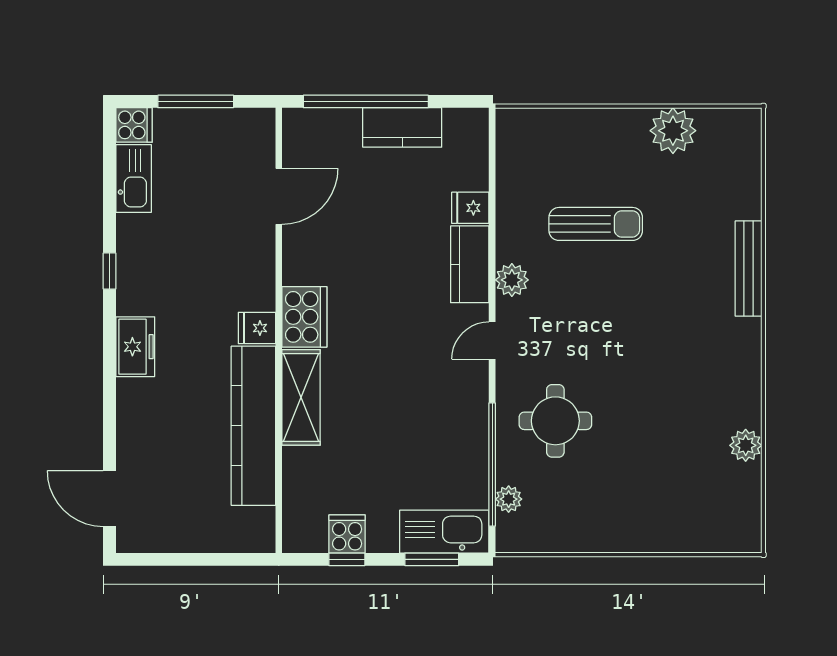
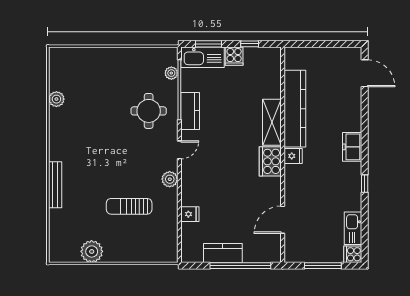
kitchen counter: (470, 264) -> (190, 111), moved
cooker: (347, 534) -> (234, 56), moved

